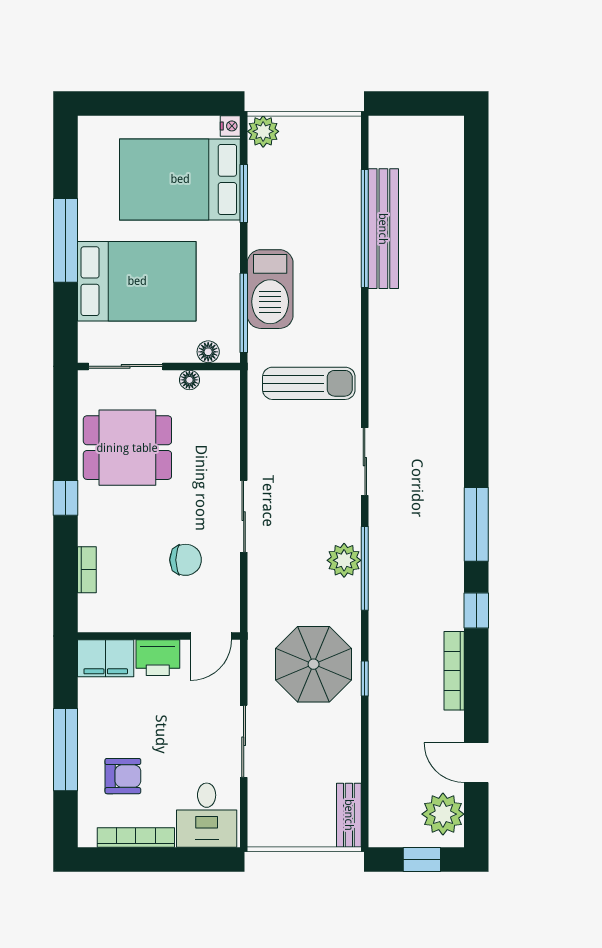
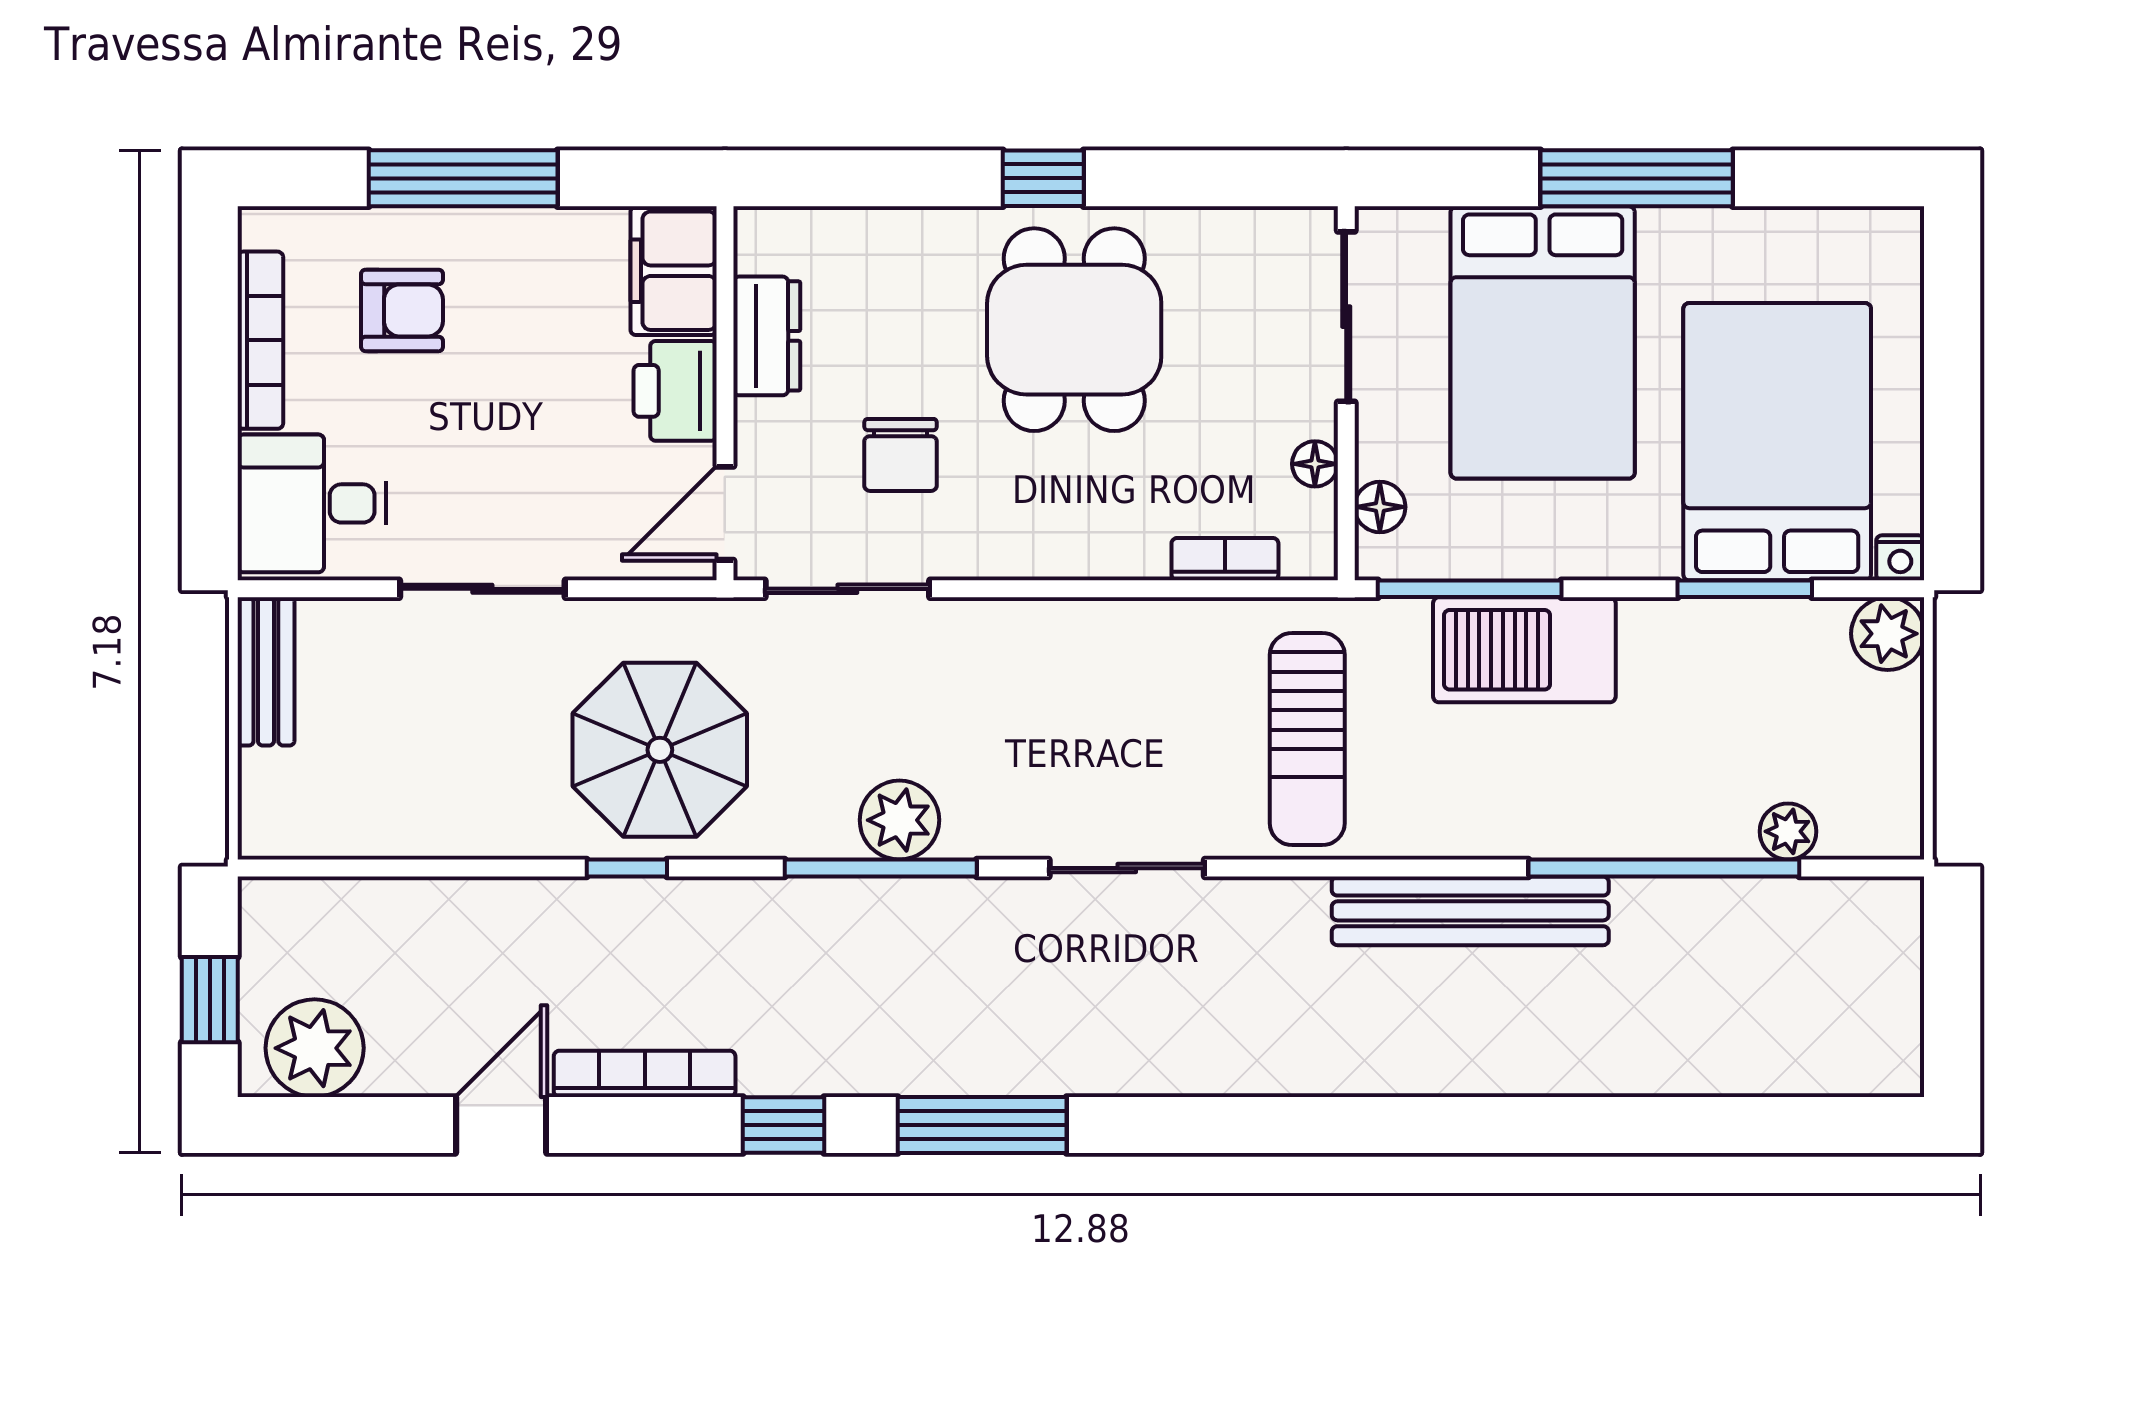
plant: (349, 175) -> (1788, 831), added
bench: (383, 229) -> (1470, 911), moved
dining table: (127, 448) -> (1074, 330), moved
sliding door: (244, 516) -> (847, 589), moved
bookcase: (87, 570) -> (1225, 559), moved, turned 180
dresser: (134, 618) -> (767, 336), added
door: (211, 636) -> (725, 513), hinge flipped
door: (476, 763) -> (501, 1125), moved
armchair: (123, 776) -> (402, 310), turned -90
bench: (349, 815) -> (266, 671), moved, turned 90

